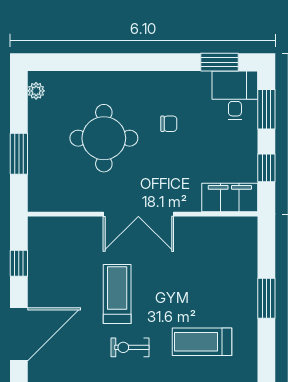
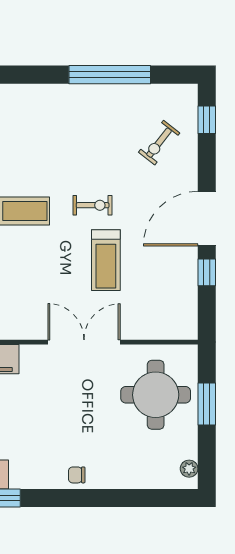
chair: (169, 124) -> (77, 475), moved
round table: (104, 138) -> (156, 395), moved
window: (19, 263) -> (207, 272), moved

